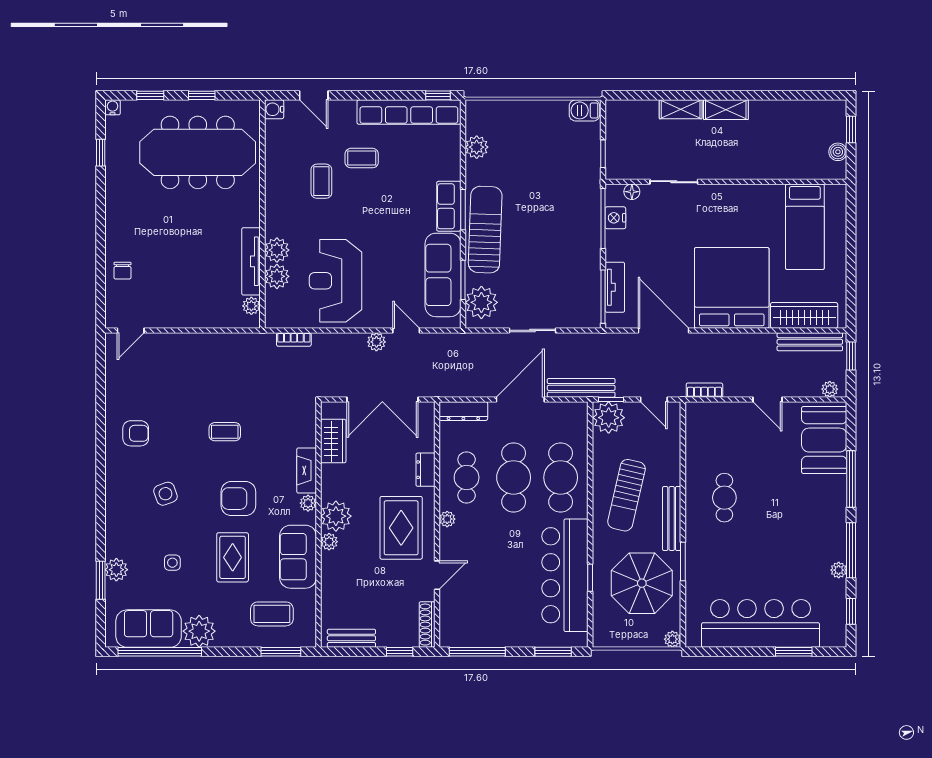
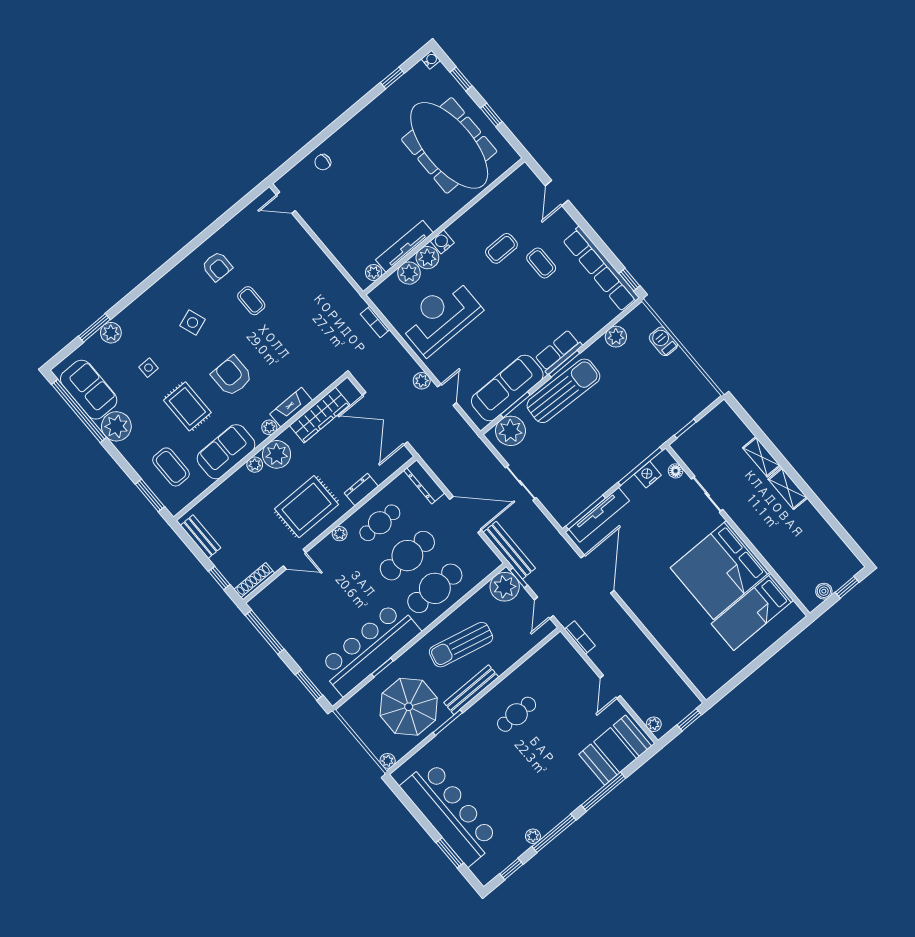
water cooler: (274, 109) -> (442, 242), moved
barbecue: (584, 110) -> (663, 341), moved
tv unit: (615, 287) -> (599, 515), width x1.41
bed: (732, 288) -> (720, 570), moved, turned 180
wardrobe: (804, 315) -> (690, 663), removed
bench: (810, 342) -> (675, 683), removed
coffee table: (225, 432) -> (251, 301), moved
wardrobe: (333, 441) -> (320, 415), width x1.50
rug: (233, 557) -> (187, 406), turned 90

